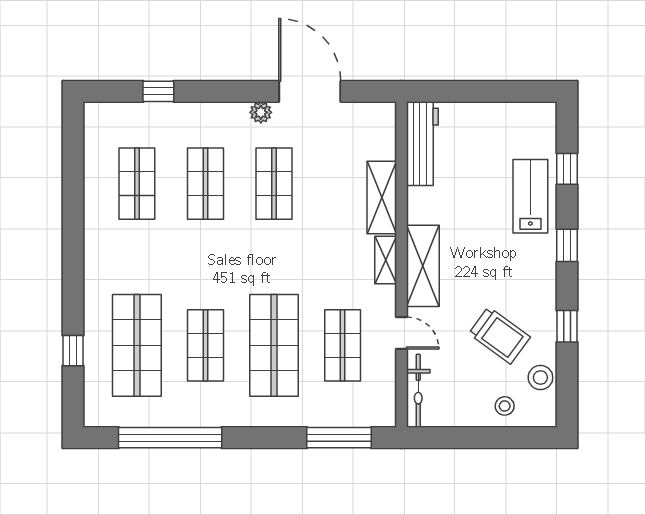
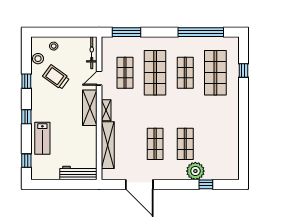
plant: (261, 112) -> (195, 171), moved, width x1.87, depth x1.87
workbench: (422, 144) -> (78, 173), moved, turned 90
window: (567, 169) -> (26, 161), moved
shop shelf: (137, 184) -> (215, 144), removed
shelving: (382, 198) -> (108, 145), width x1.47
door: (401, 333) -> (99, 78), hinge flipped

